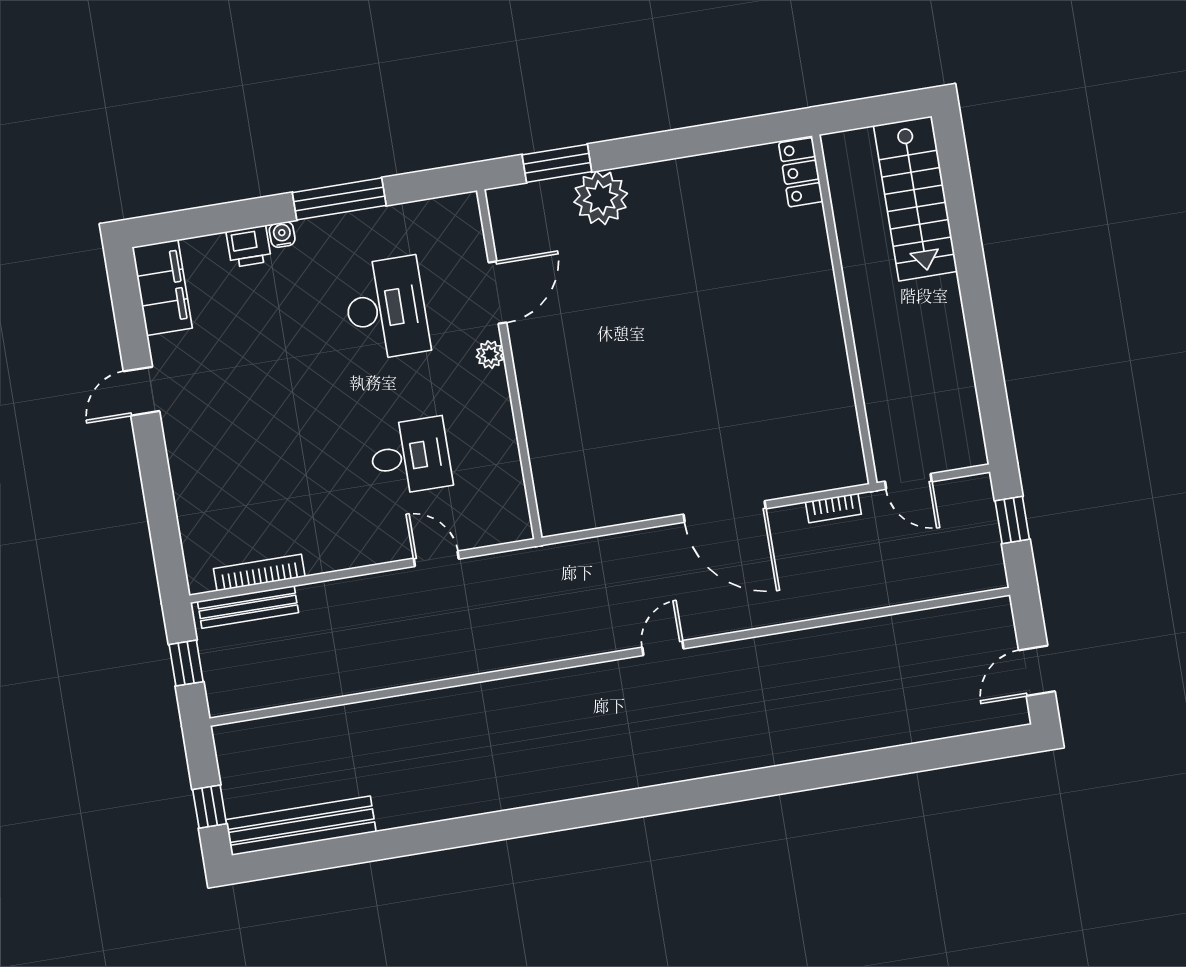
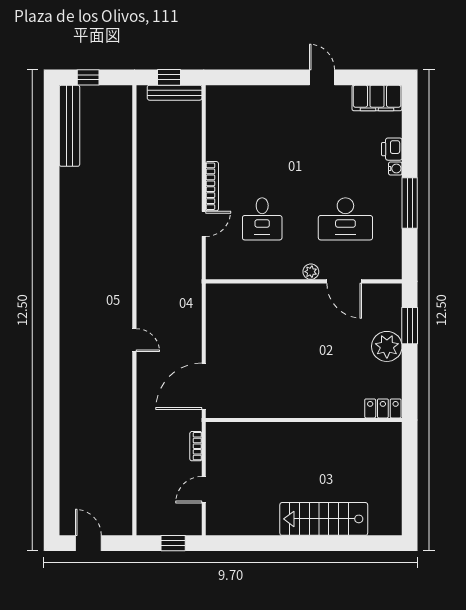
locker: (801, 172) -> (383, 408), moved
stairs: (915, 198) -> (324, 519), moved
wall: (844, 309) -> (304, 420), moved
bookcase: (259, 573) -> (212, 186), moved
bench: (248, 607) -> (175, 93), moved, turned 90

